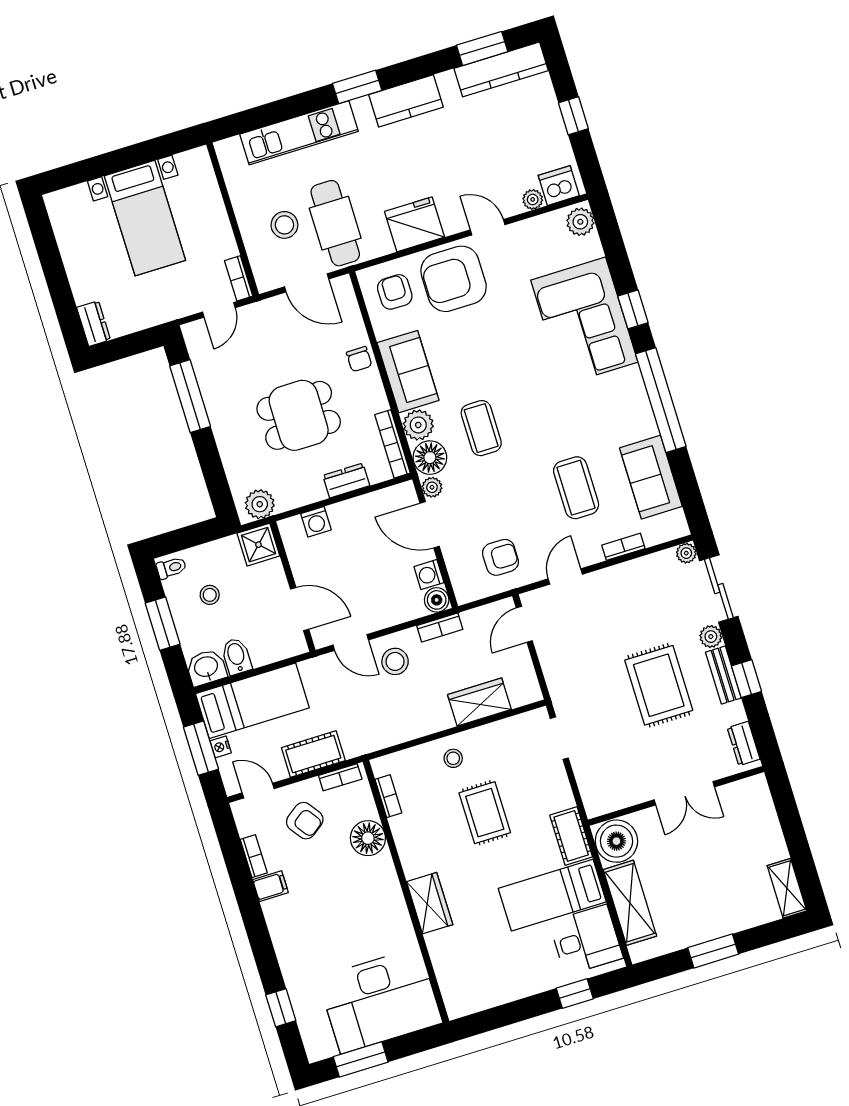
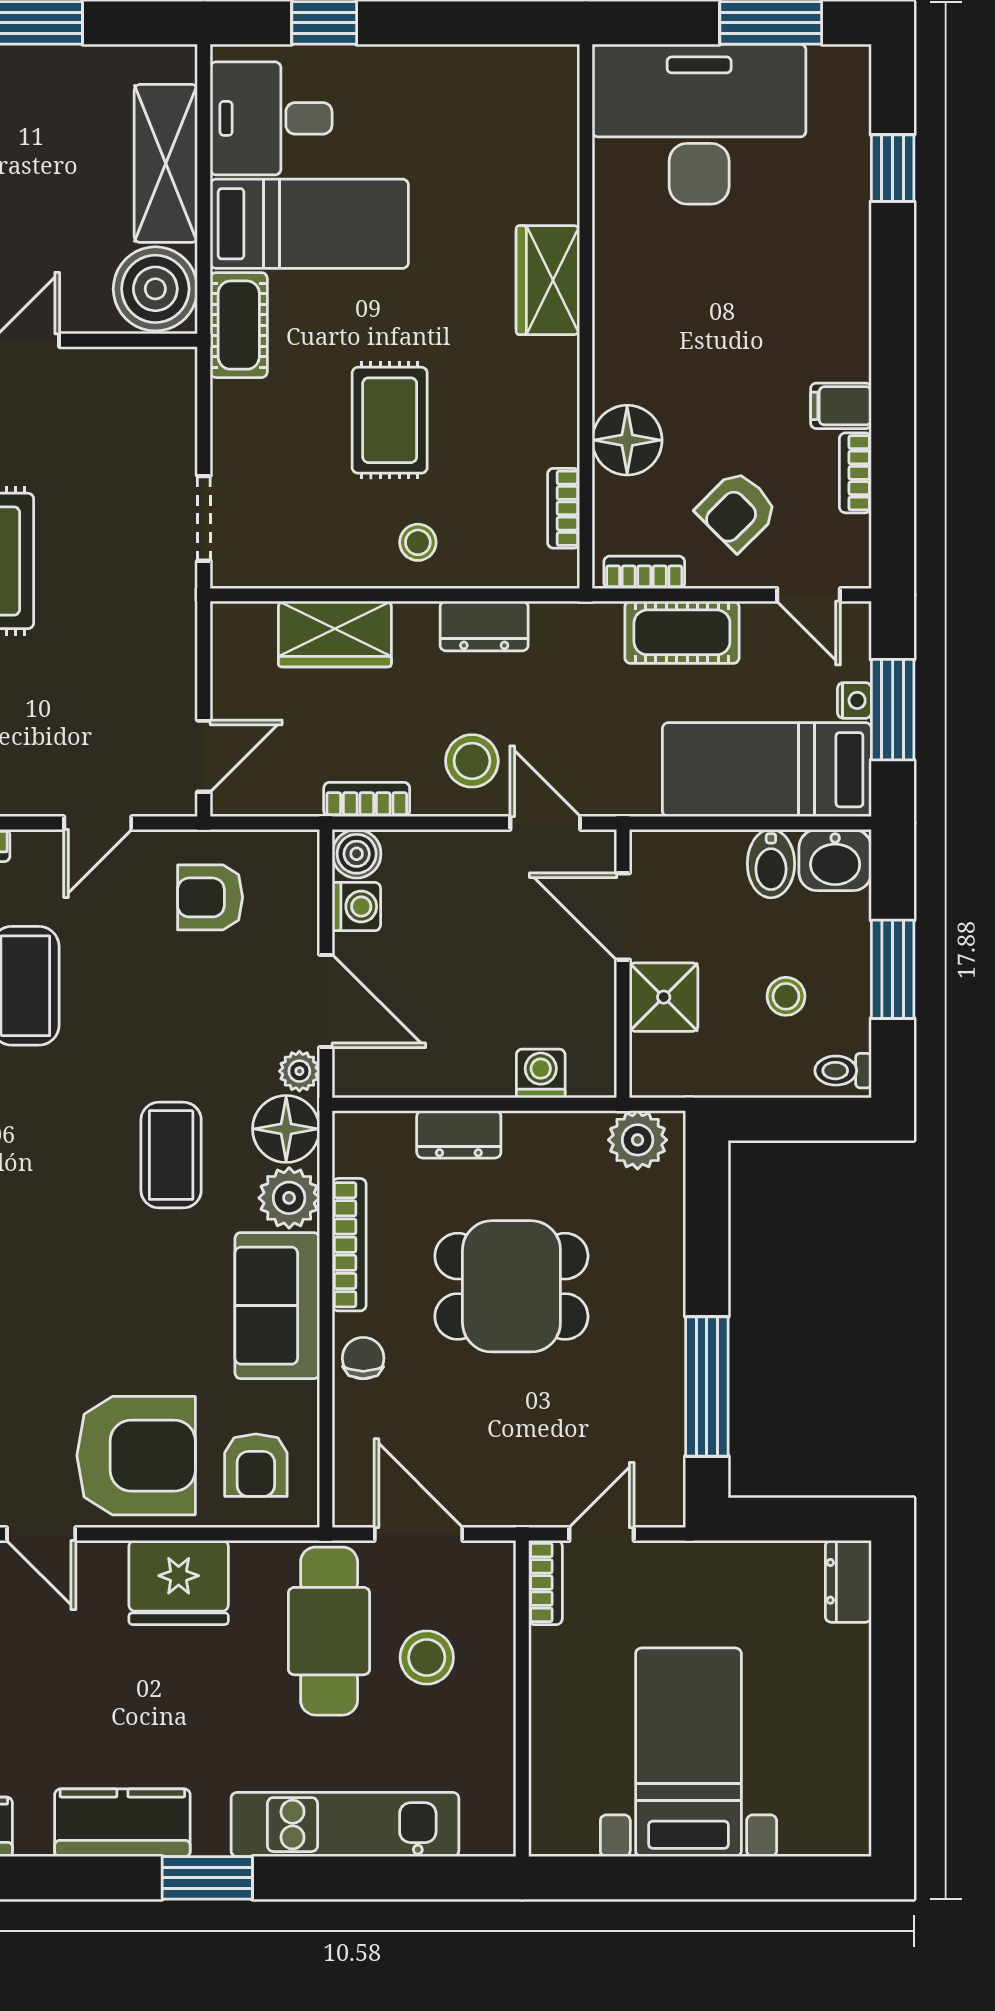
bookcase: (393, 444) -> (349, 1245), moved
shower: (258, 545) -> (664, 997), moved
dresser: (409, 728) -> (484, 626), added
armchair: (305, 821) -> (737, 511), turned -99

